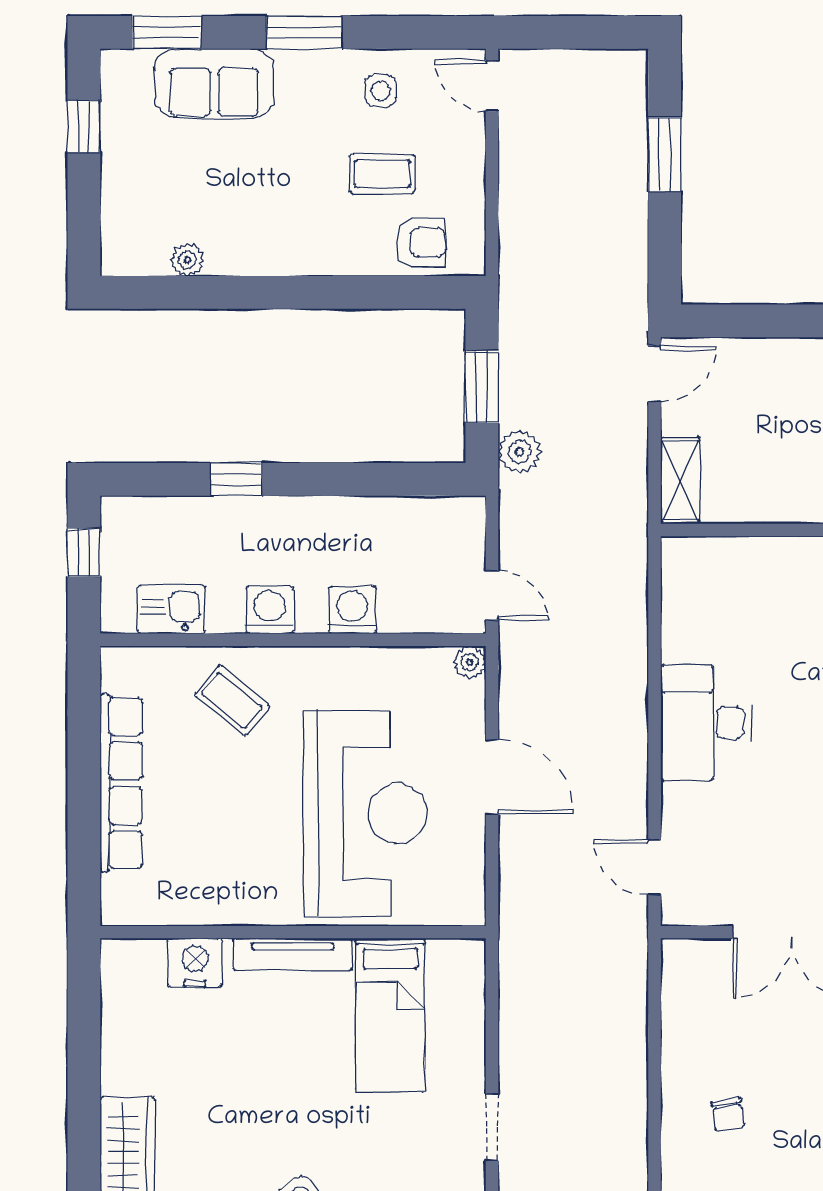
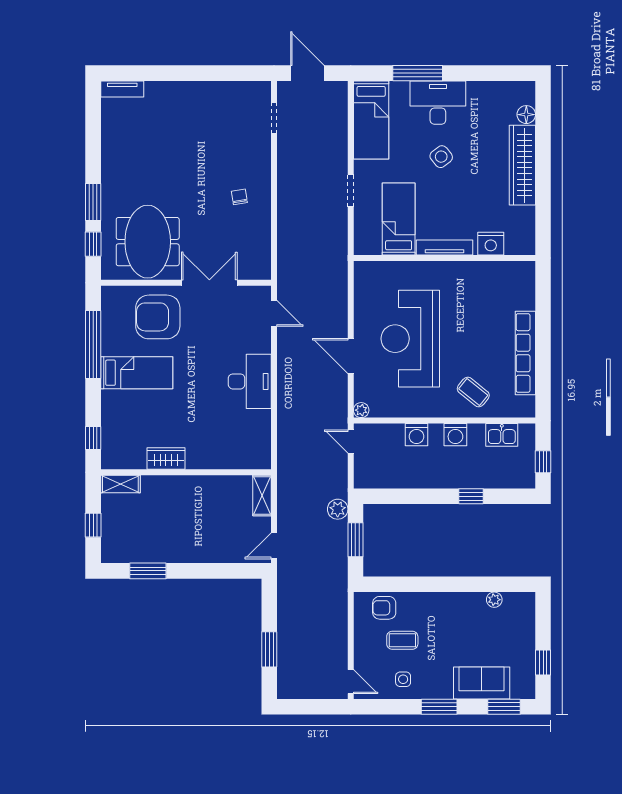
wall: (293, 932) -> (444, 258), moved
tv unit: (293, 954) -> (445, 247), moved
nightstand: (195, 963) -> (491, 244), moved
bed: (390, 1015) -> (399, 219), moved

